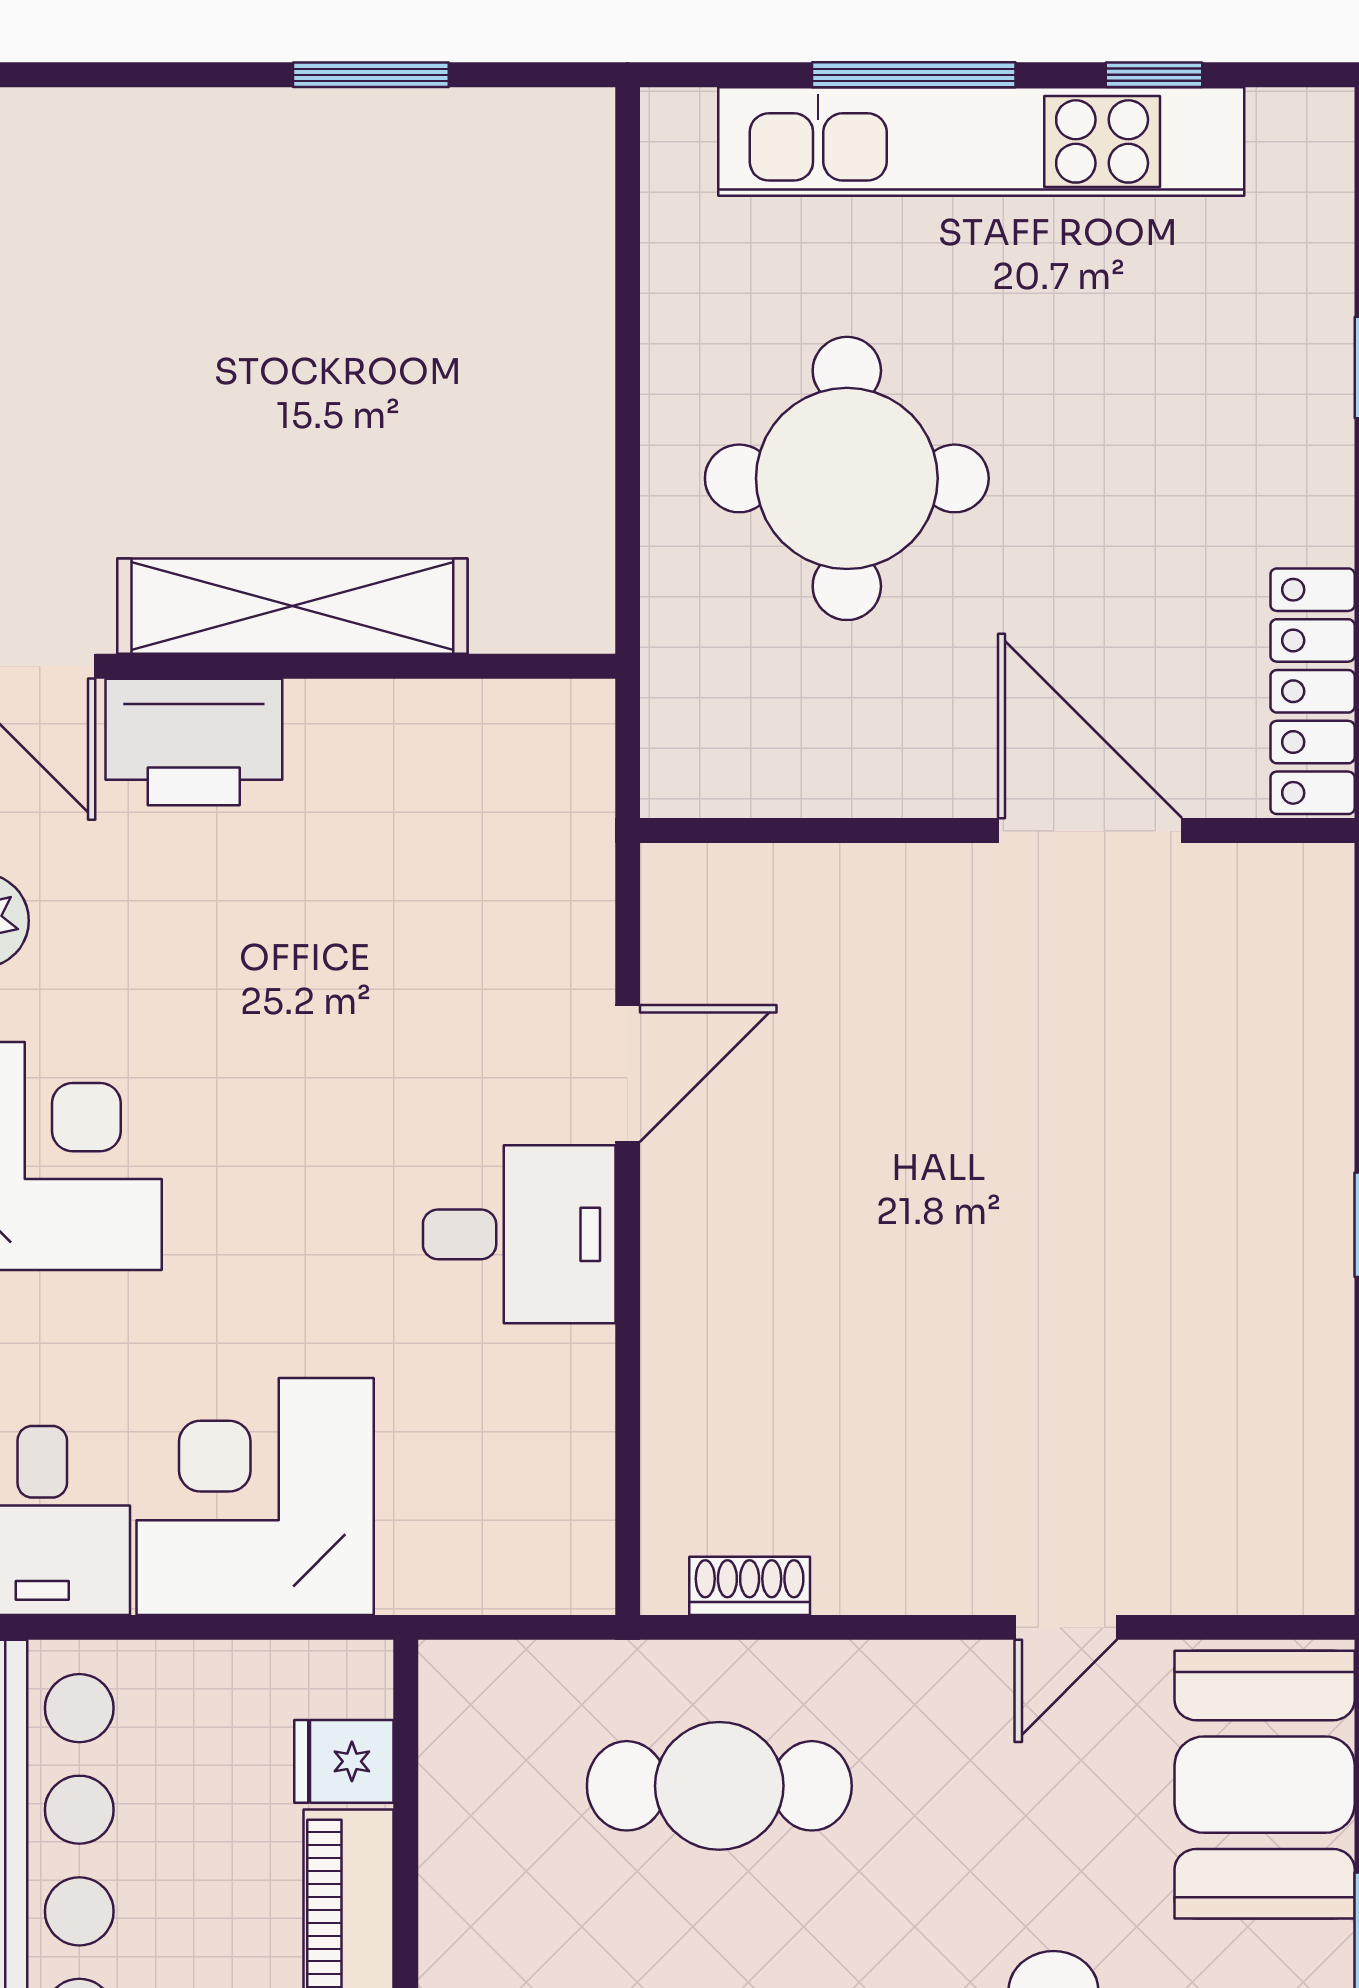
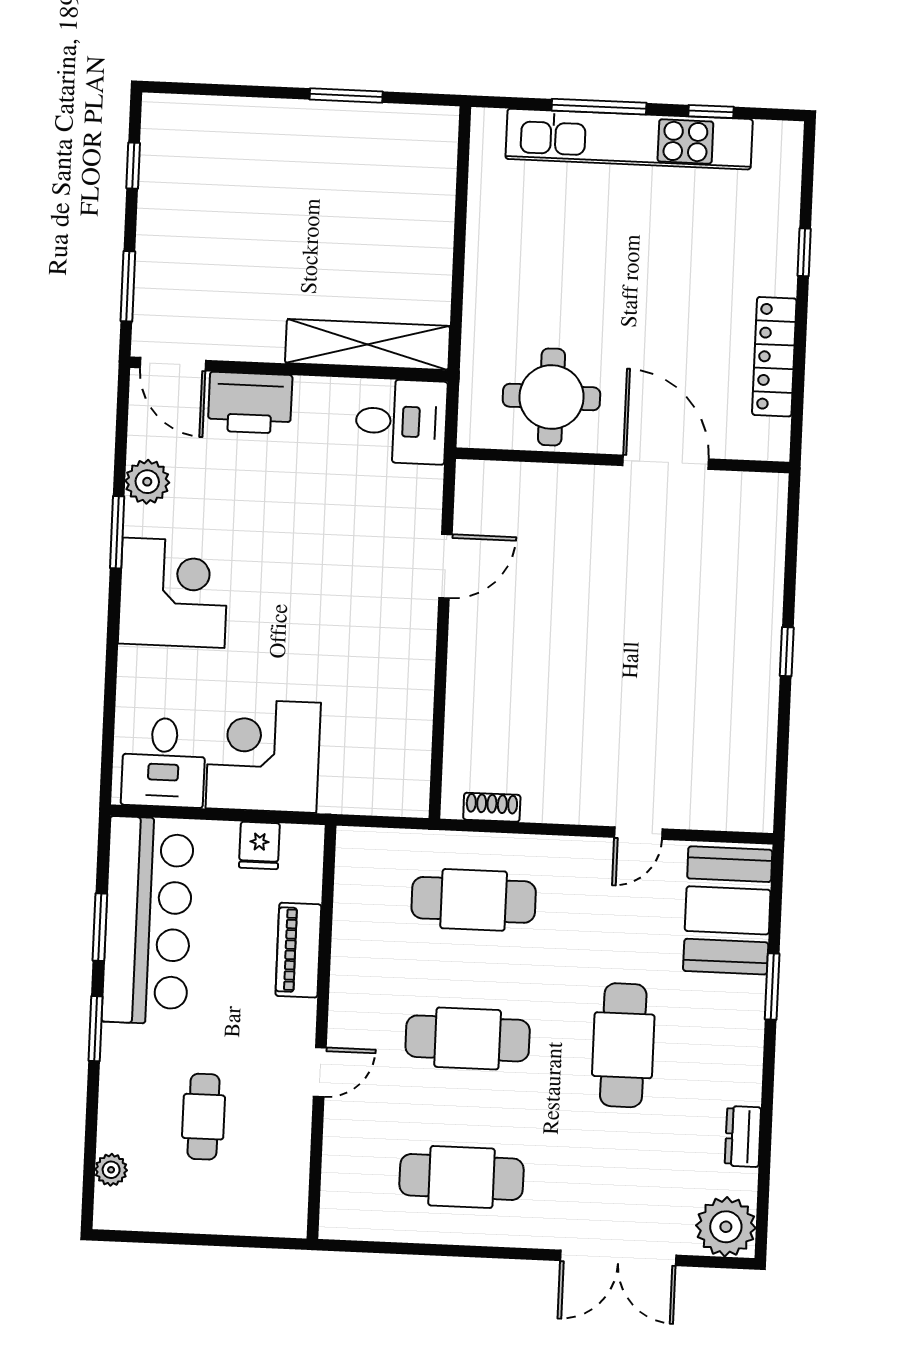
round table: (847, 478) -> (551, 397), moved, width x0.73, depth x0.73
shelving: (292, 606) -> (368, 345), moved
locker: (1313, 691) -> (774, 357), moved
desk: (519, 1234) -> (401, 421), moved
fridge: (344, 1761) -> (259, 845), moved, turned -90

